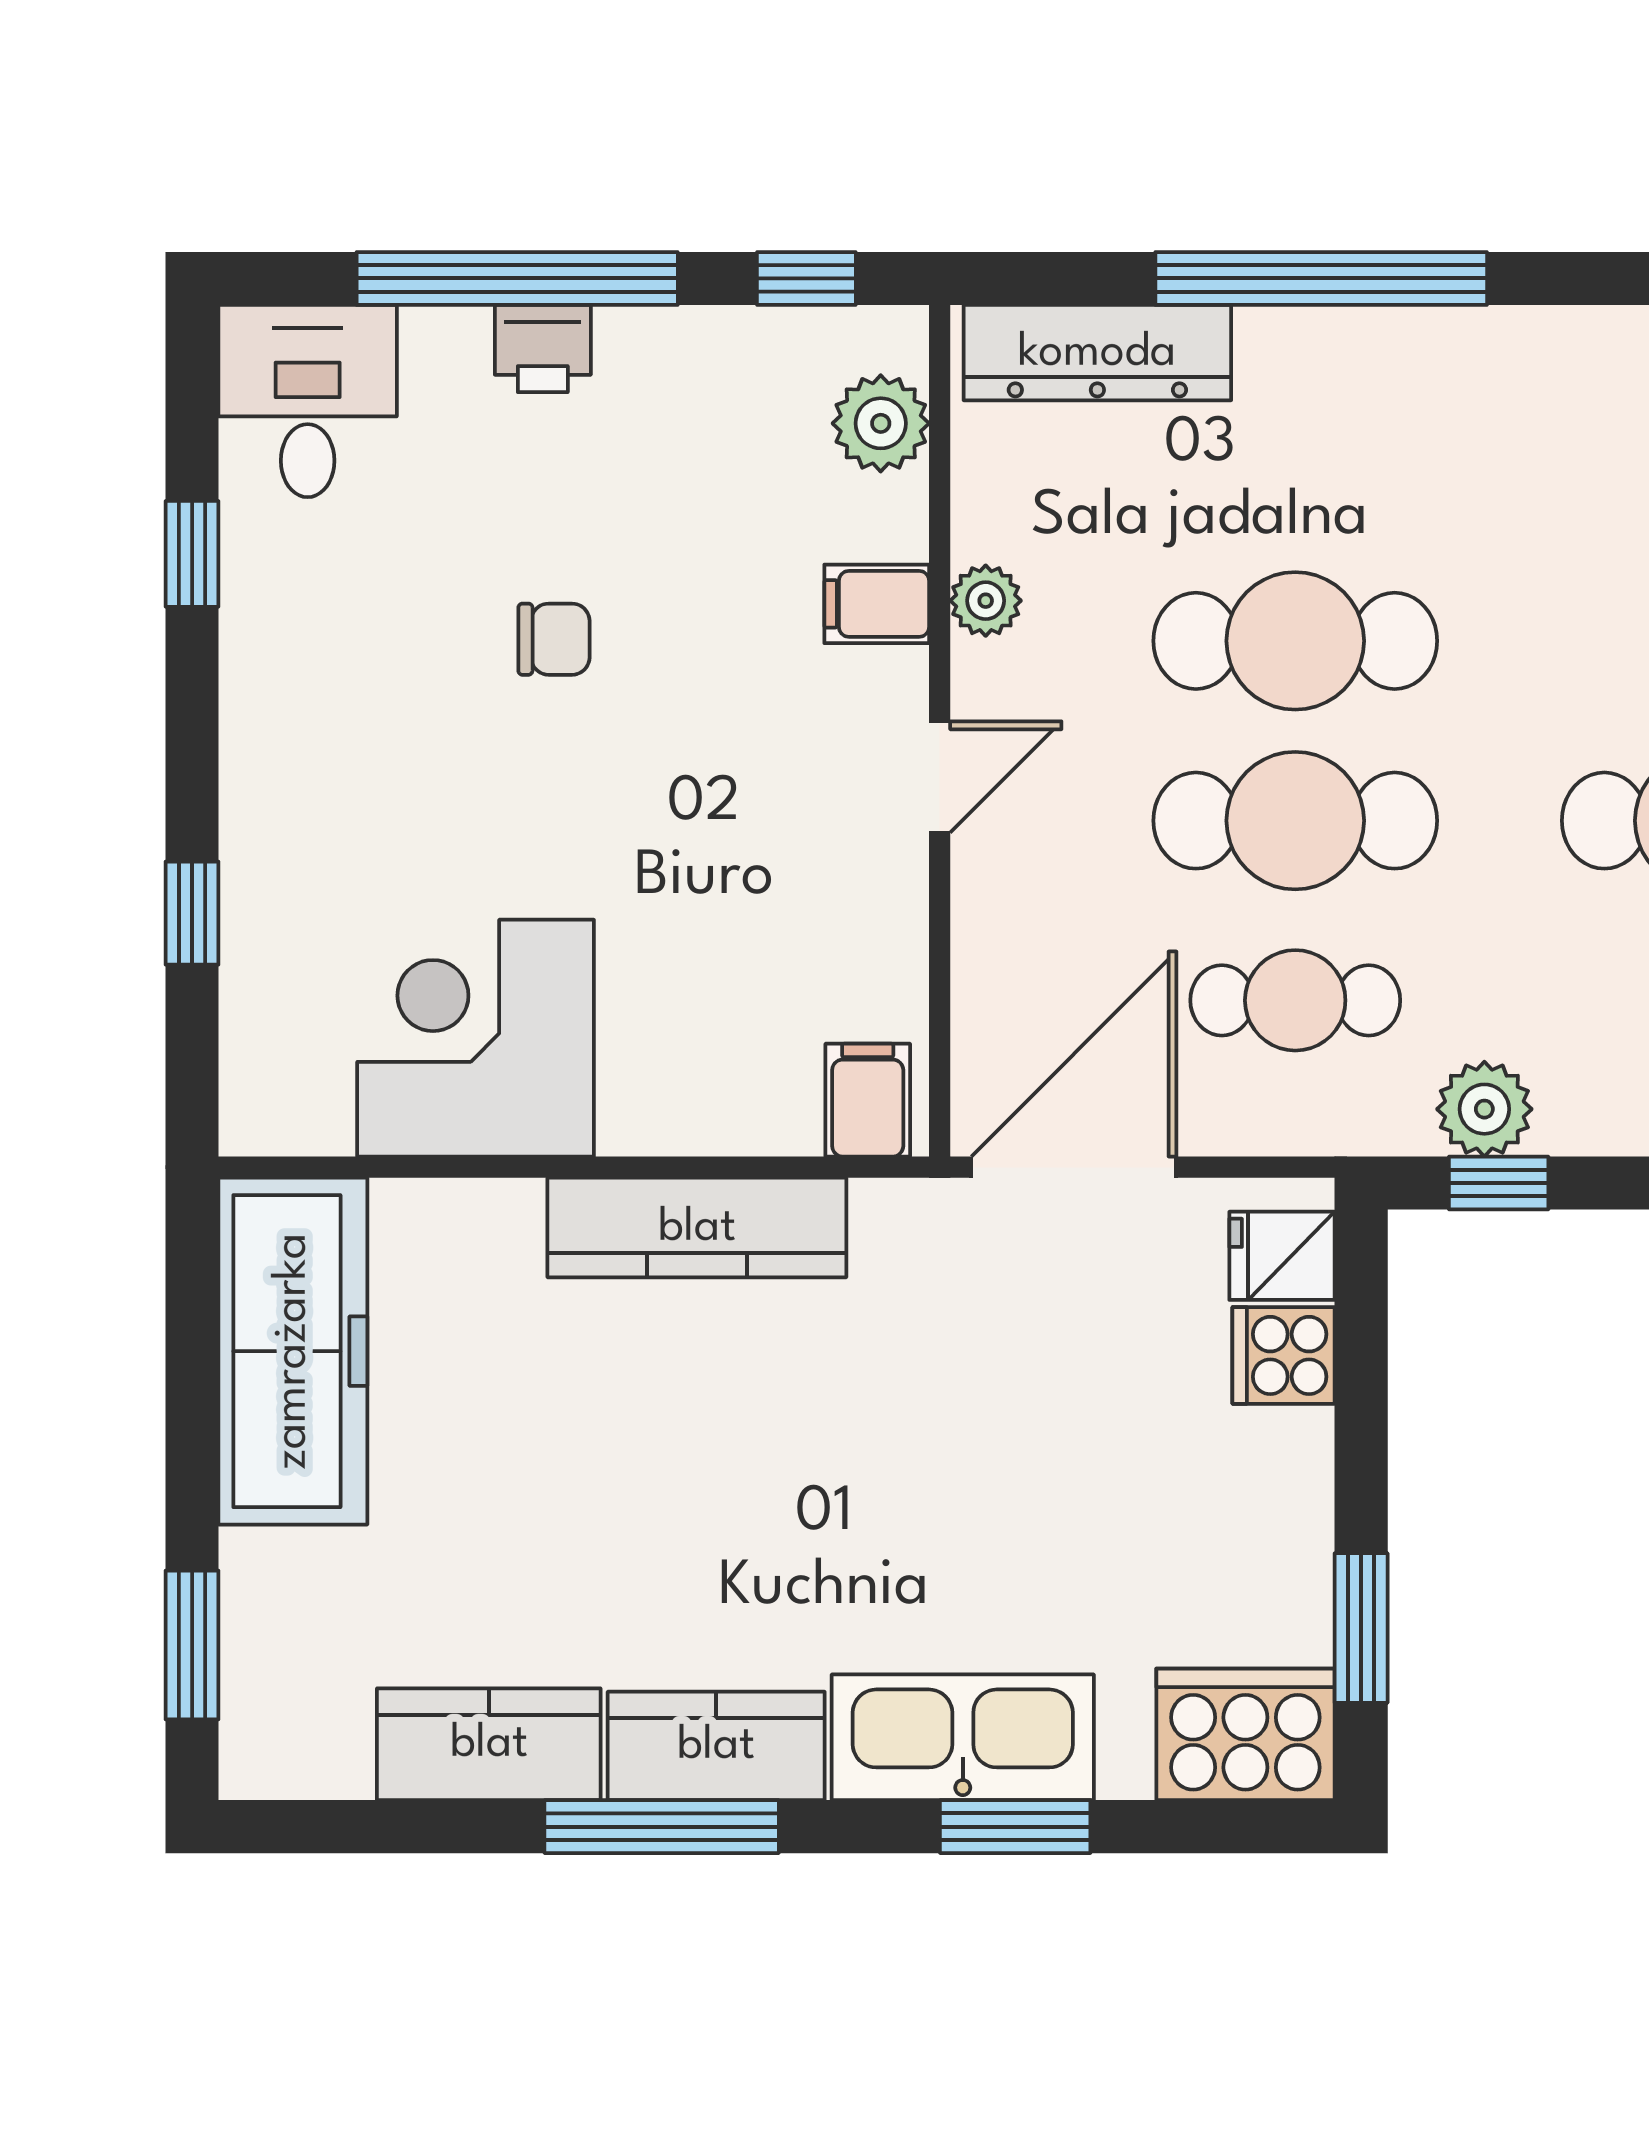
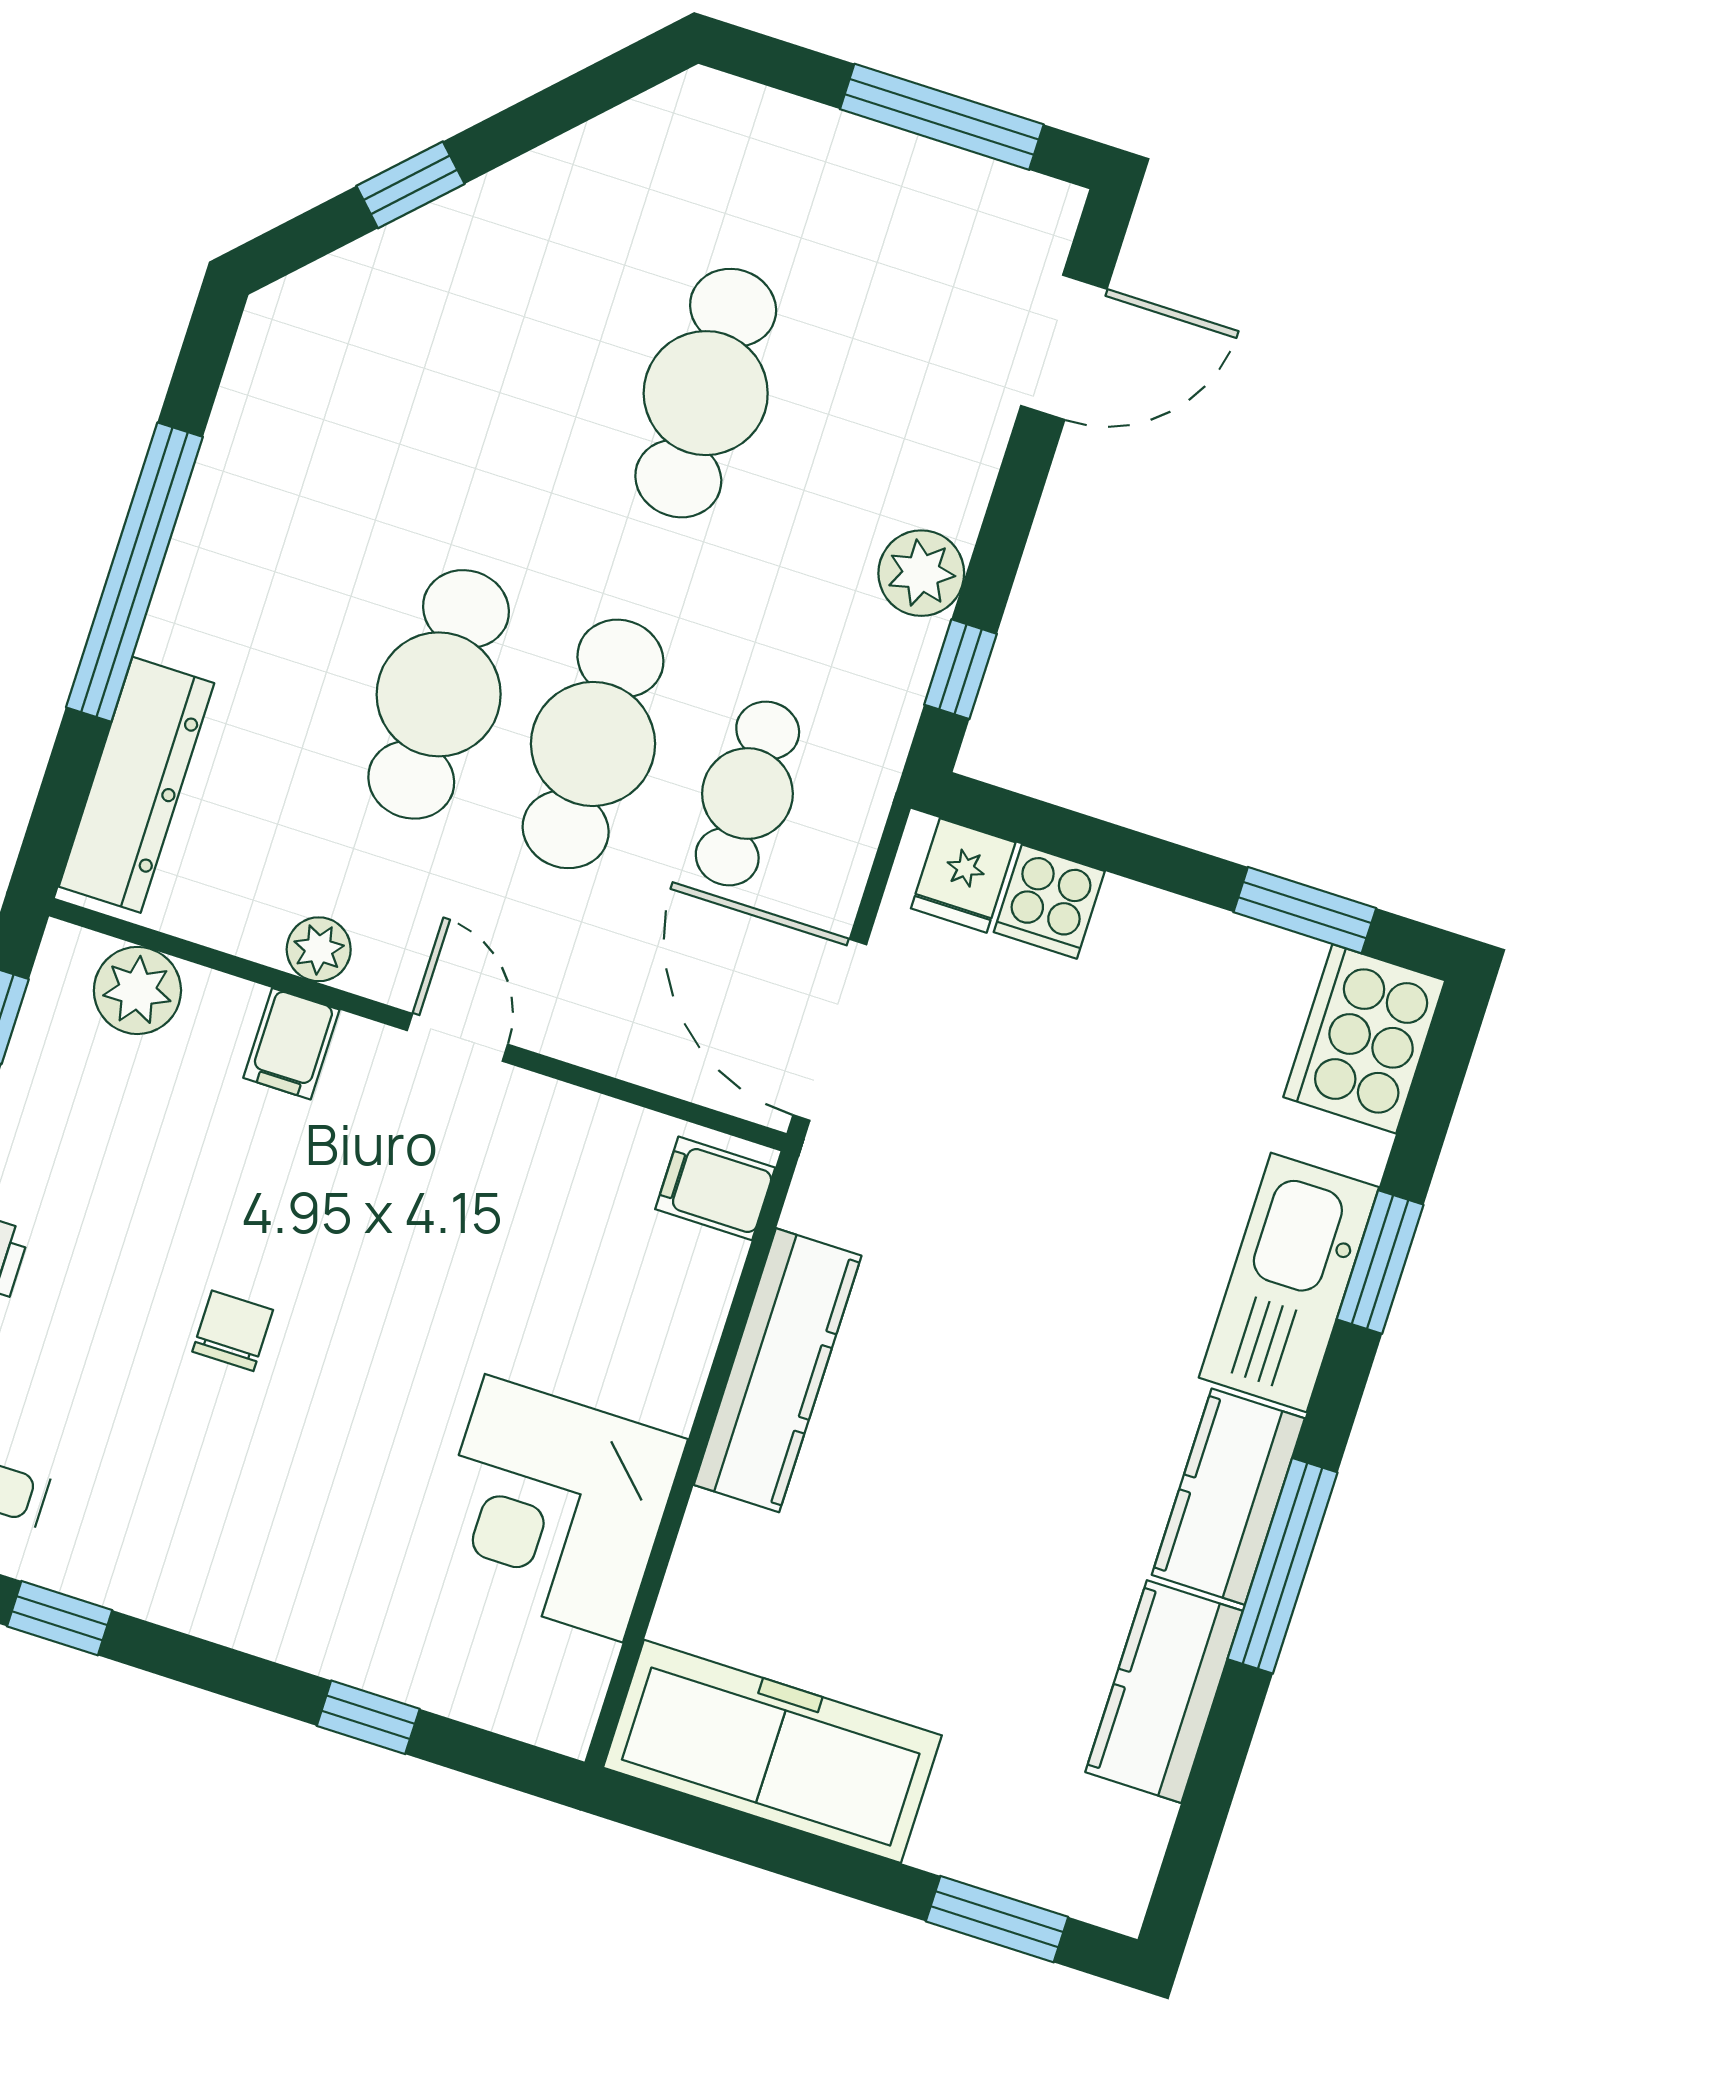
plant: (1484, 1109) -> (921, 573), moved

